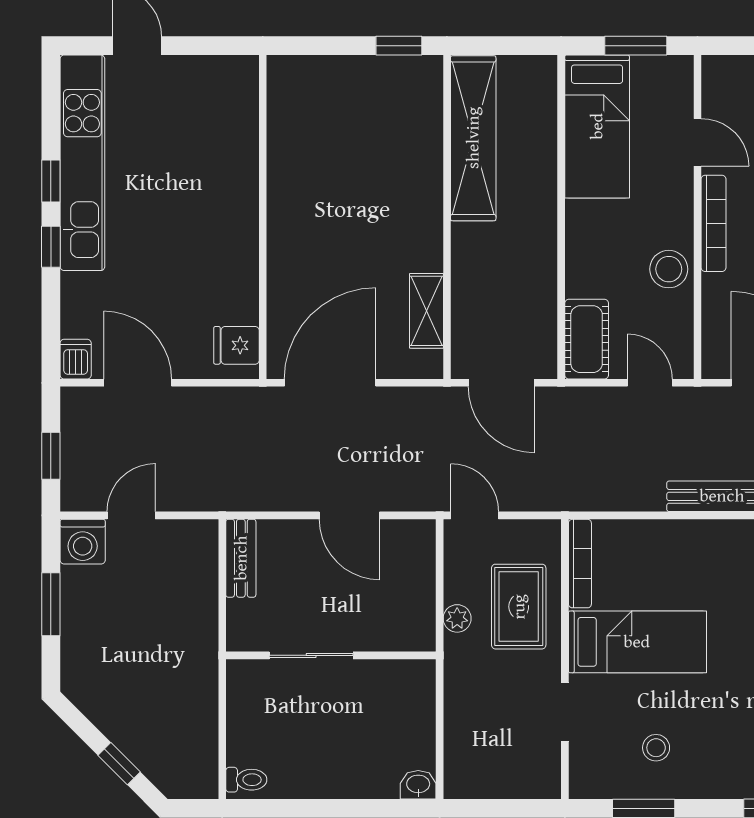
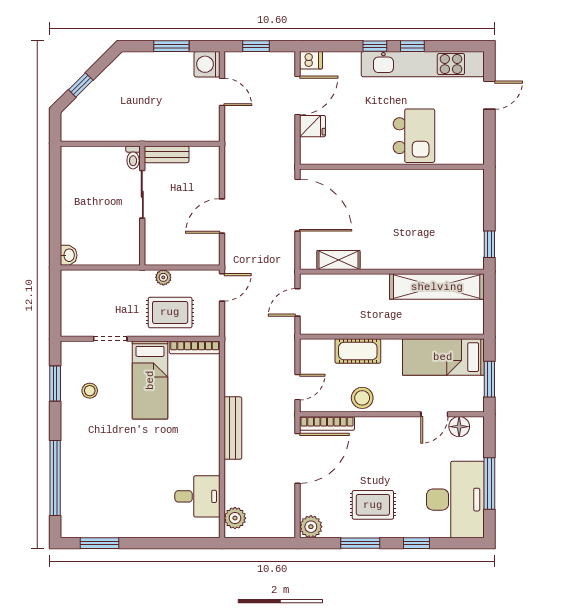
floor lamp: (719, 99) -> (459, 427), added
kitchen island: (208, 178) -> (414, 136), added
bookcase: (714, 223) -> (327, 423), moved
cot: (587, 339) -> (358, 351), moved
fridge: (236, 345) -> (312, 126), moved, turned 90
door: (501, 383) -> (297, 302), width x0.73
bench: (241, 558) -> (167, 154), moved
toilet: (246, 780) -> (133, 157), moved

